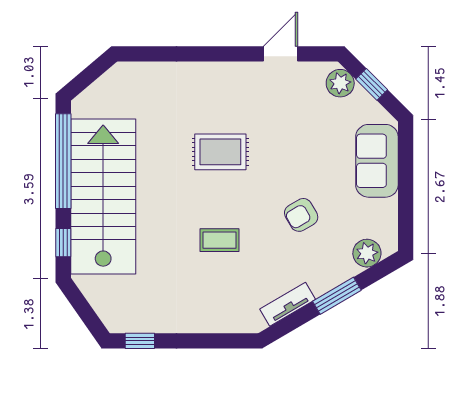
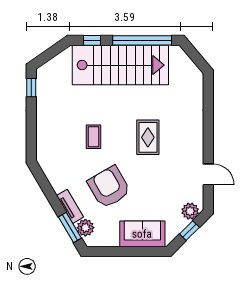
armchair: (301, 215) -> (109, 187), width x1.88, depth x1.88
window: (337, 296) -> (70, 227), moved
tv unit: (288, 304) -> (70, 206), moved

